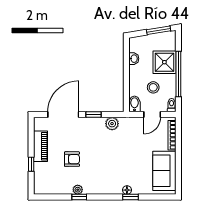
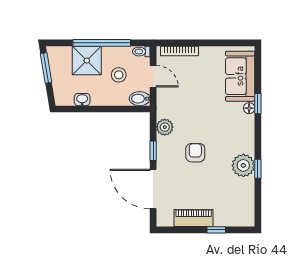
armchair: (72, 159) -> (195, 153), moved
sofa: (164, 171) -> (240, 76), moved, turned 90
plant: (78, 190) -> (243, 165), width x1.87, depth x1.87

